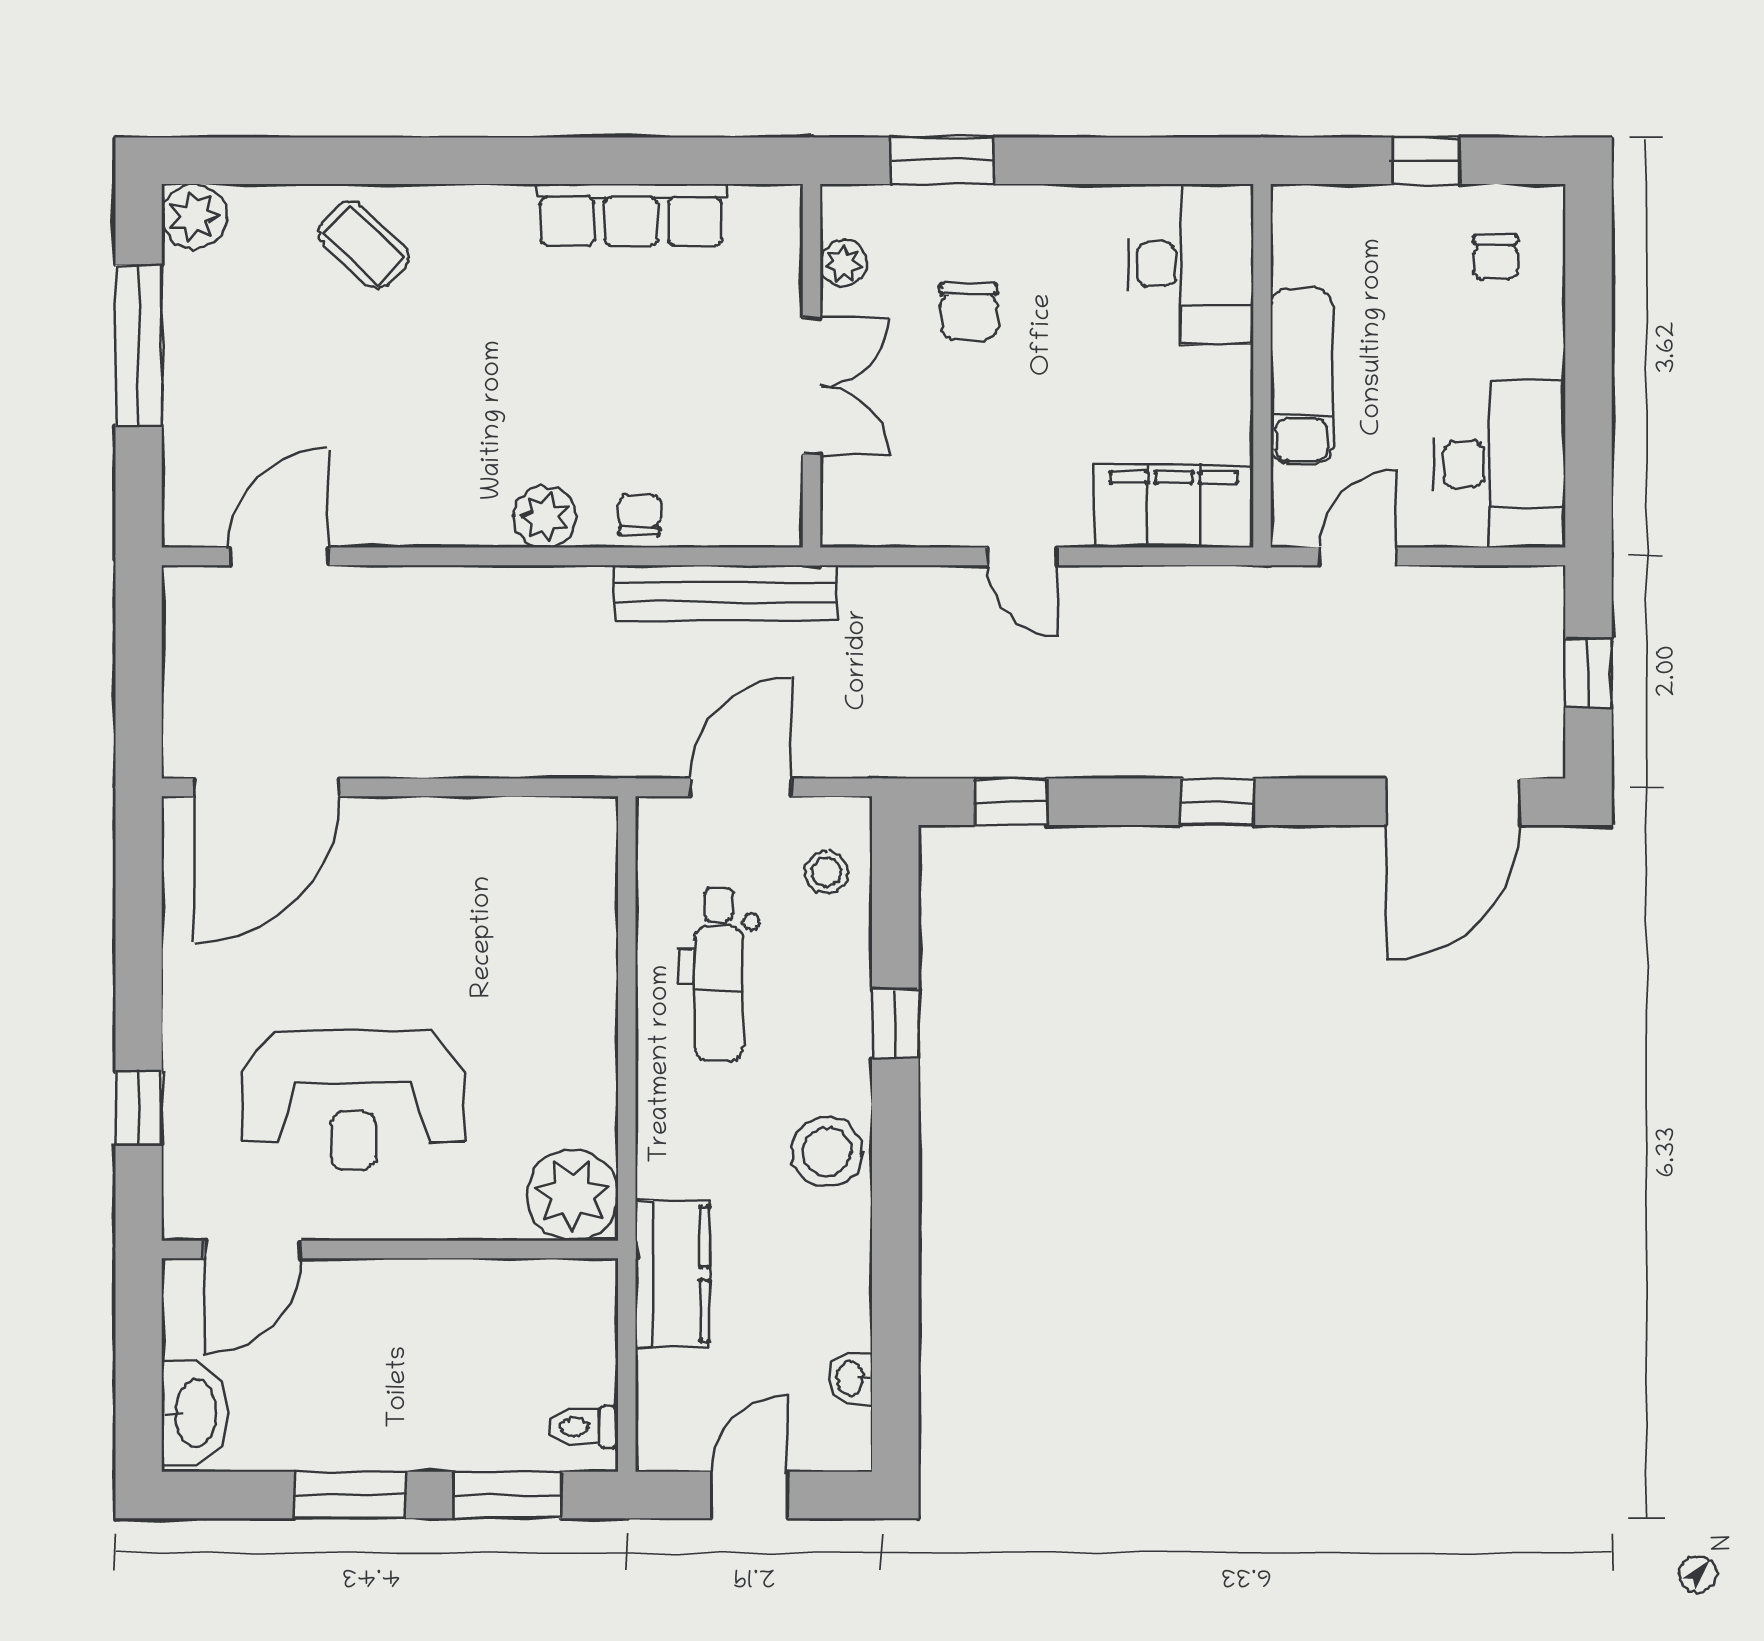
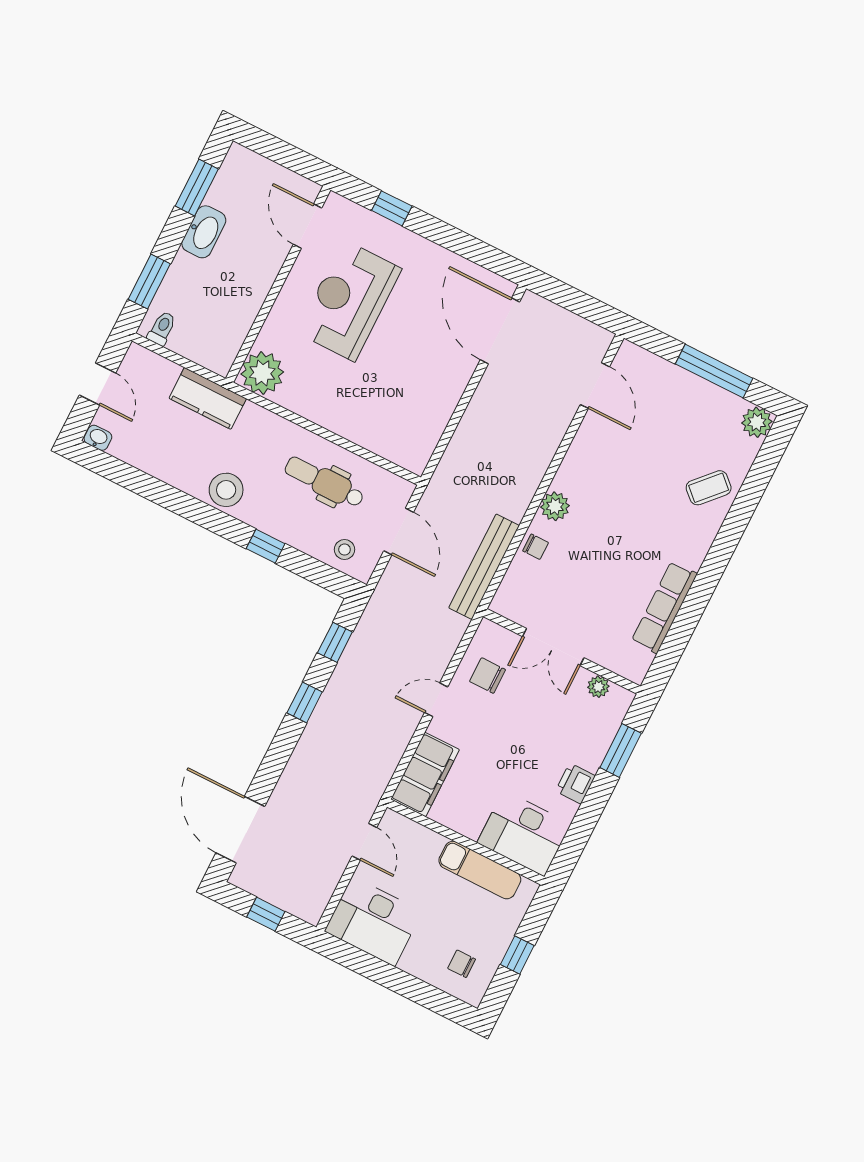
printer: (1047, 215) -> (575, 783), added
chair: (969, 312) -> (488, 676), moved
exam couch: (1302, 376) -> (480, 870), moved
window: (1217, 802) -> (305, 702), moved
washbasin: (851, 1379) -> (98, 438), moved
washbasin: (194, 1413) -> (204, 232), moved, turned -90
window: (350, 1495) -> (197, 188), moved

